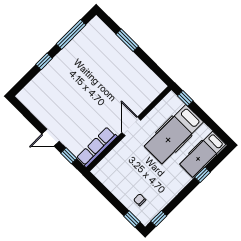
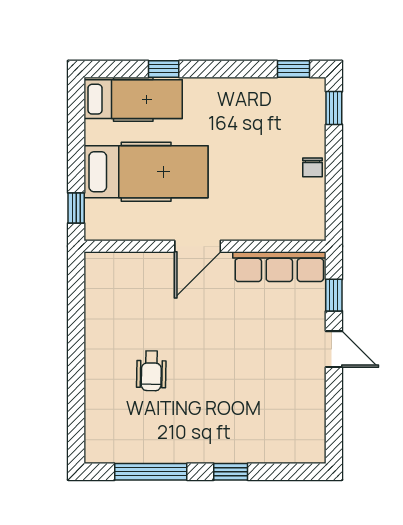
window: (127, 40) -> (76, 380), removed
wheelchair: (105, 69) -> (151, 371), added
chair: (140, 200) -> (312, 167), moved

